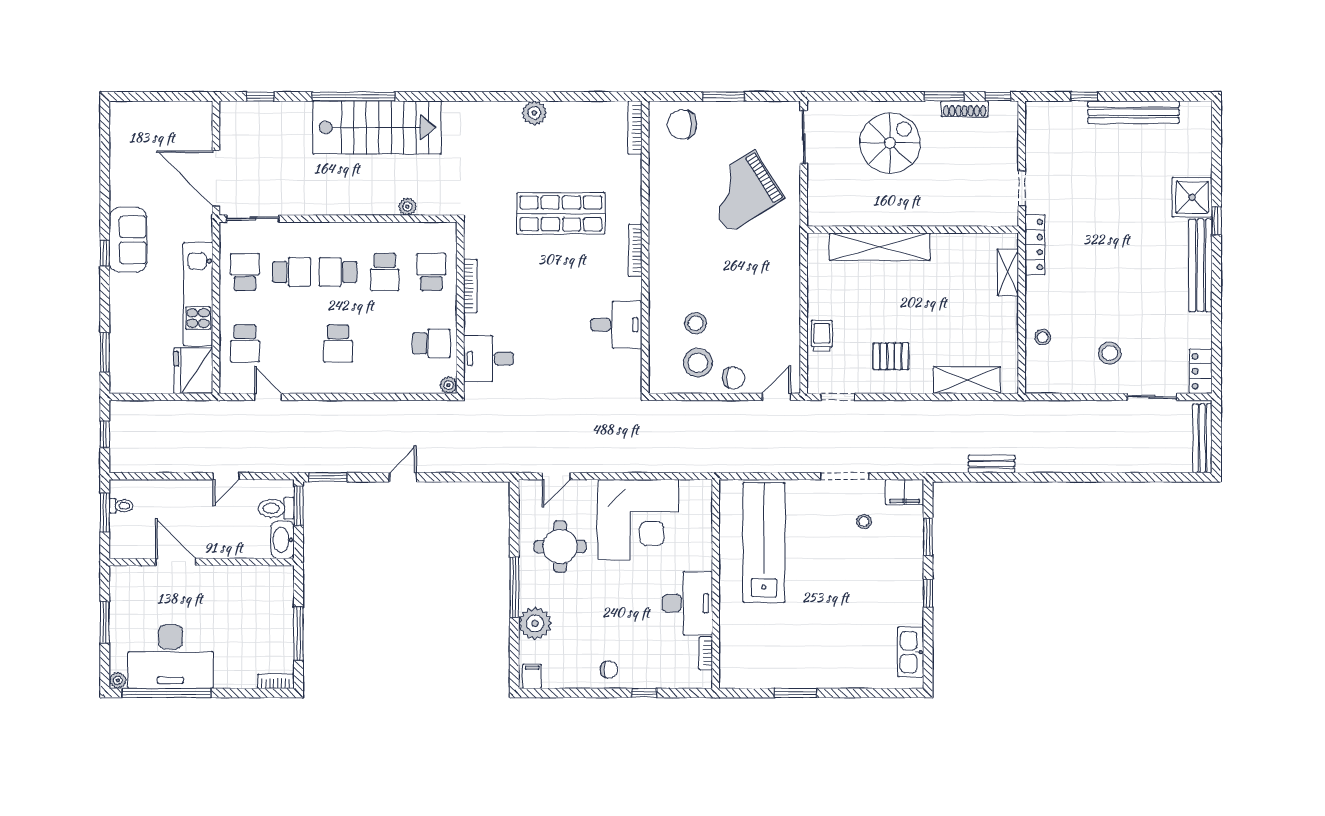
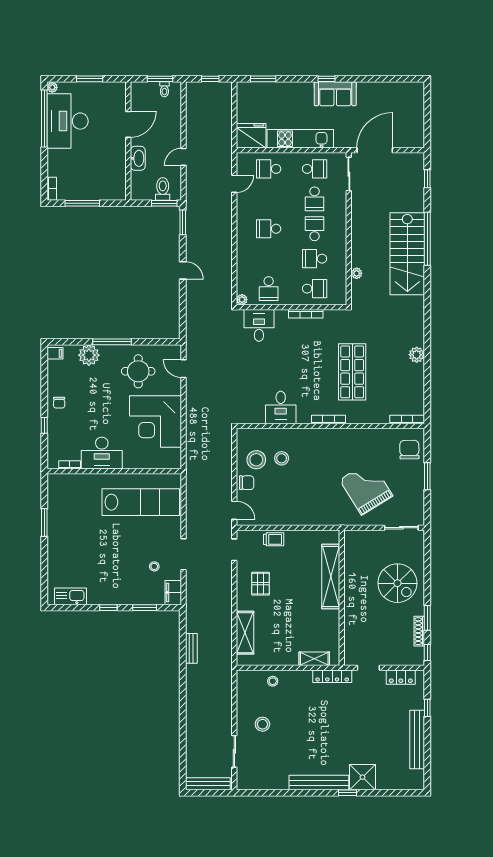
locker: (1201, 371) -> (401, 677), moved, turned 180
chair: (734, 378) -> (247, 483), turned -90
door: (226, 476) -> (183, 157), hinge flipped
washbasin: (283, 540) -> (138, 158), moved, turned 90

